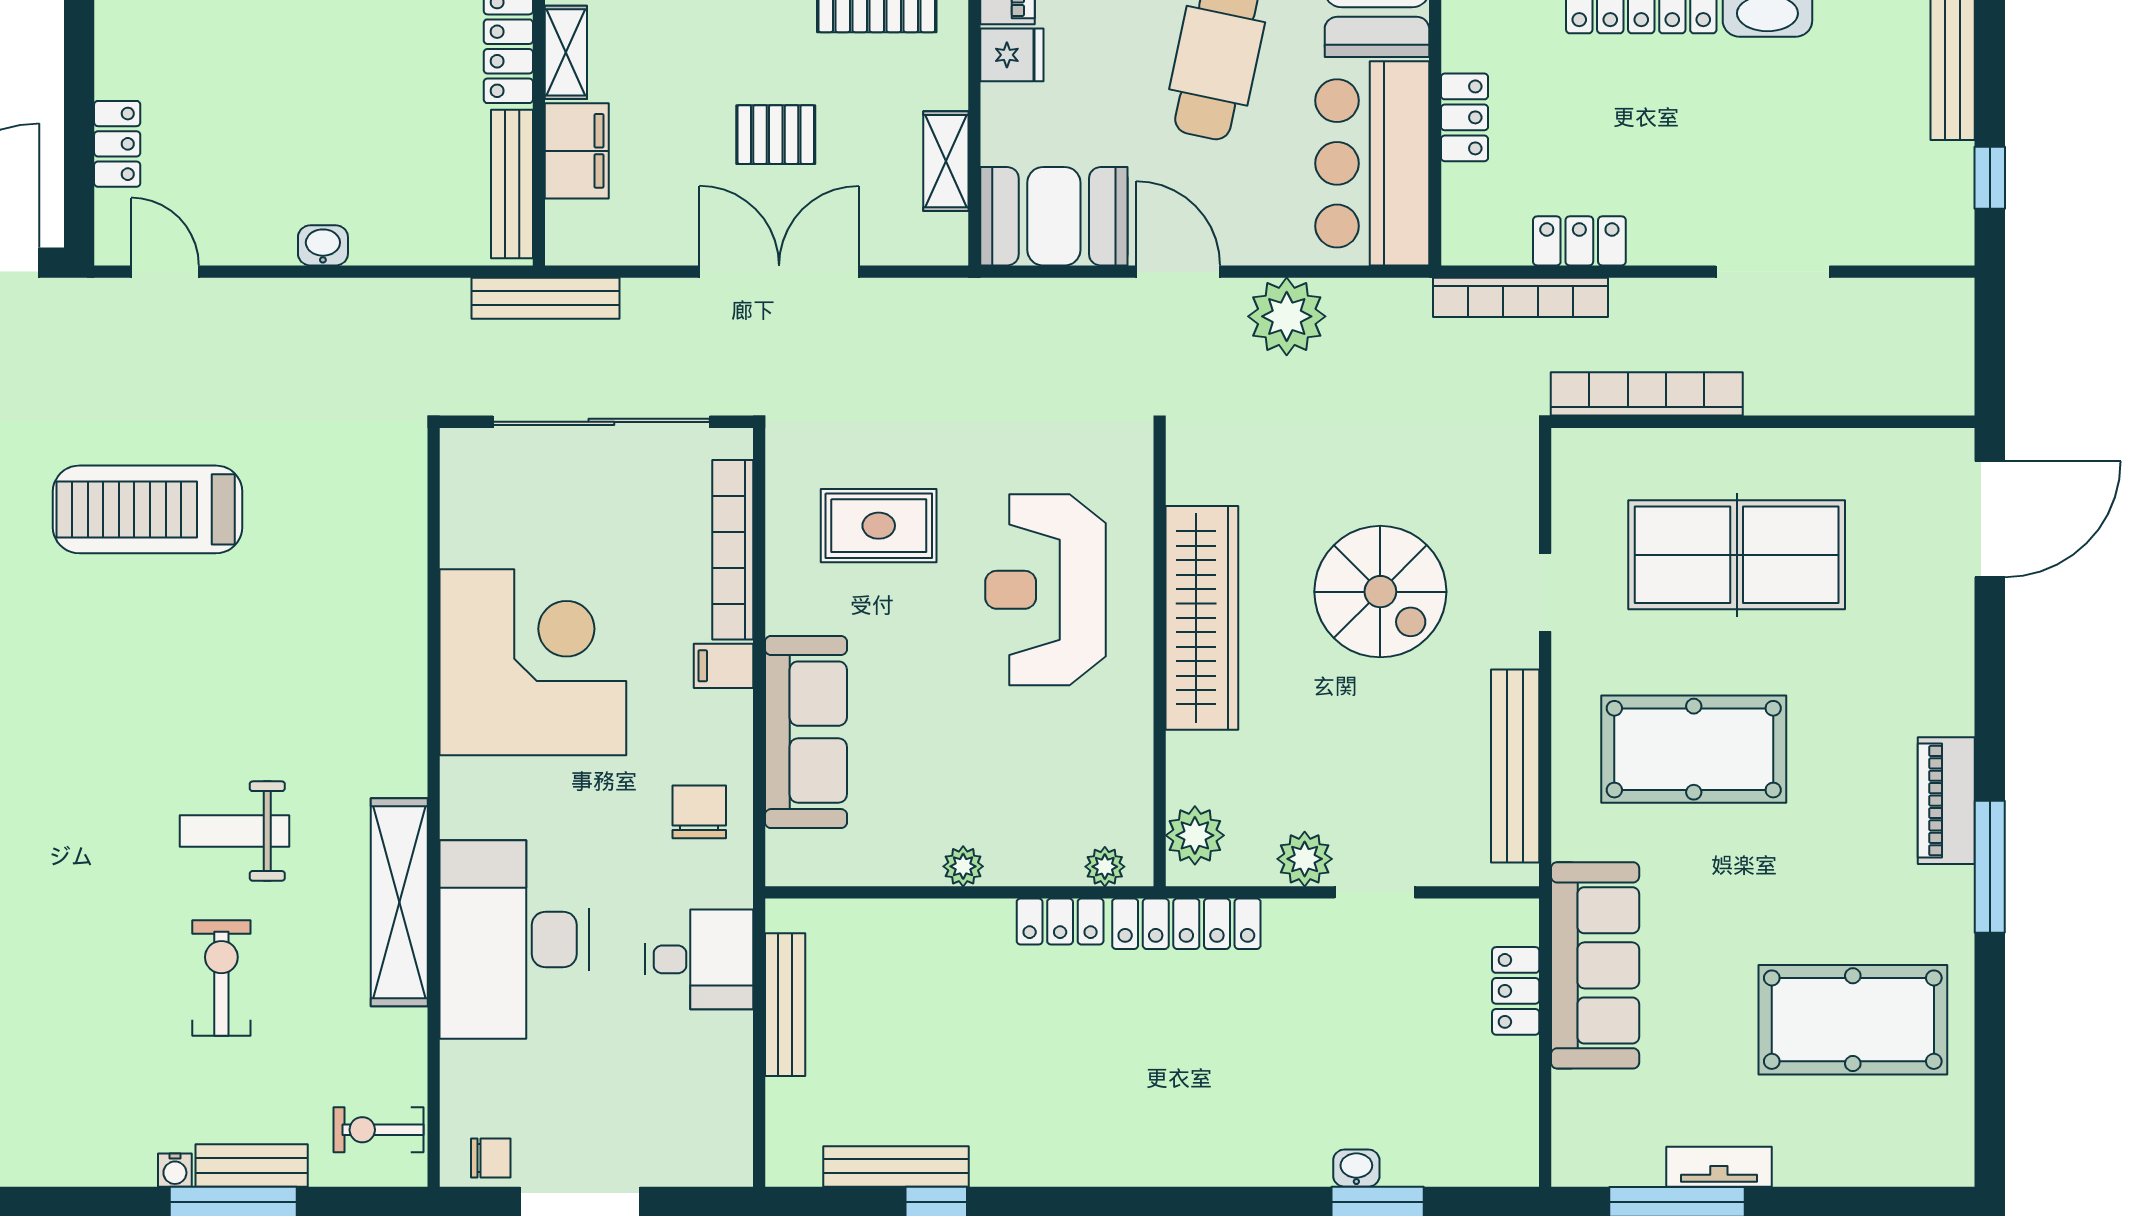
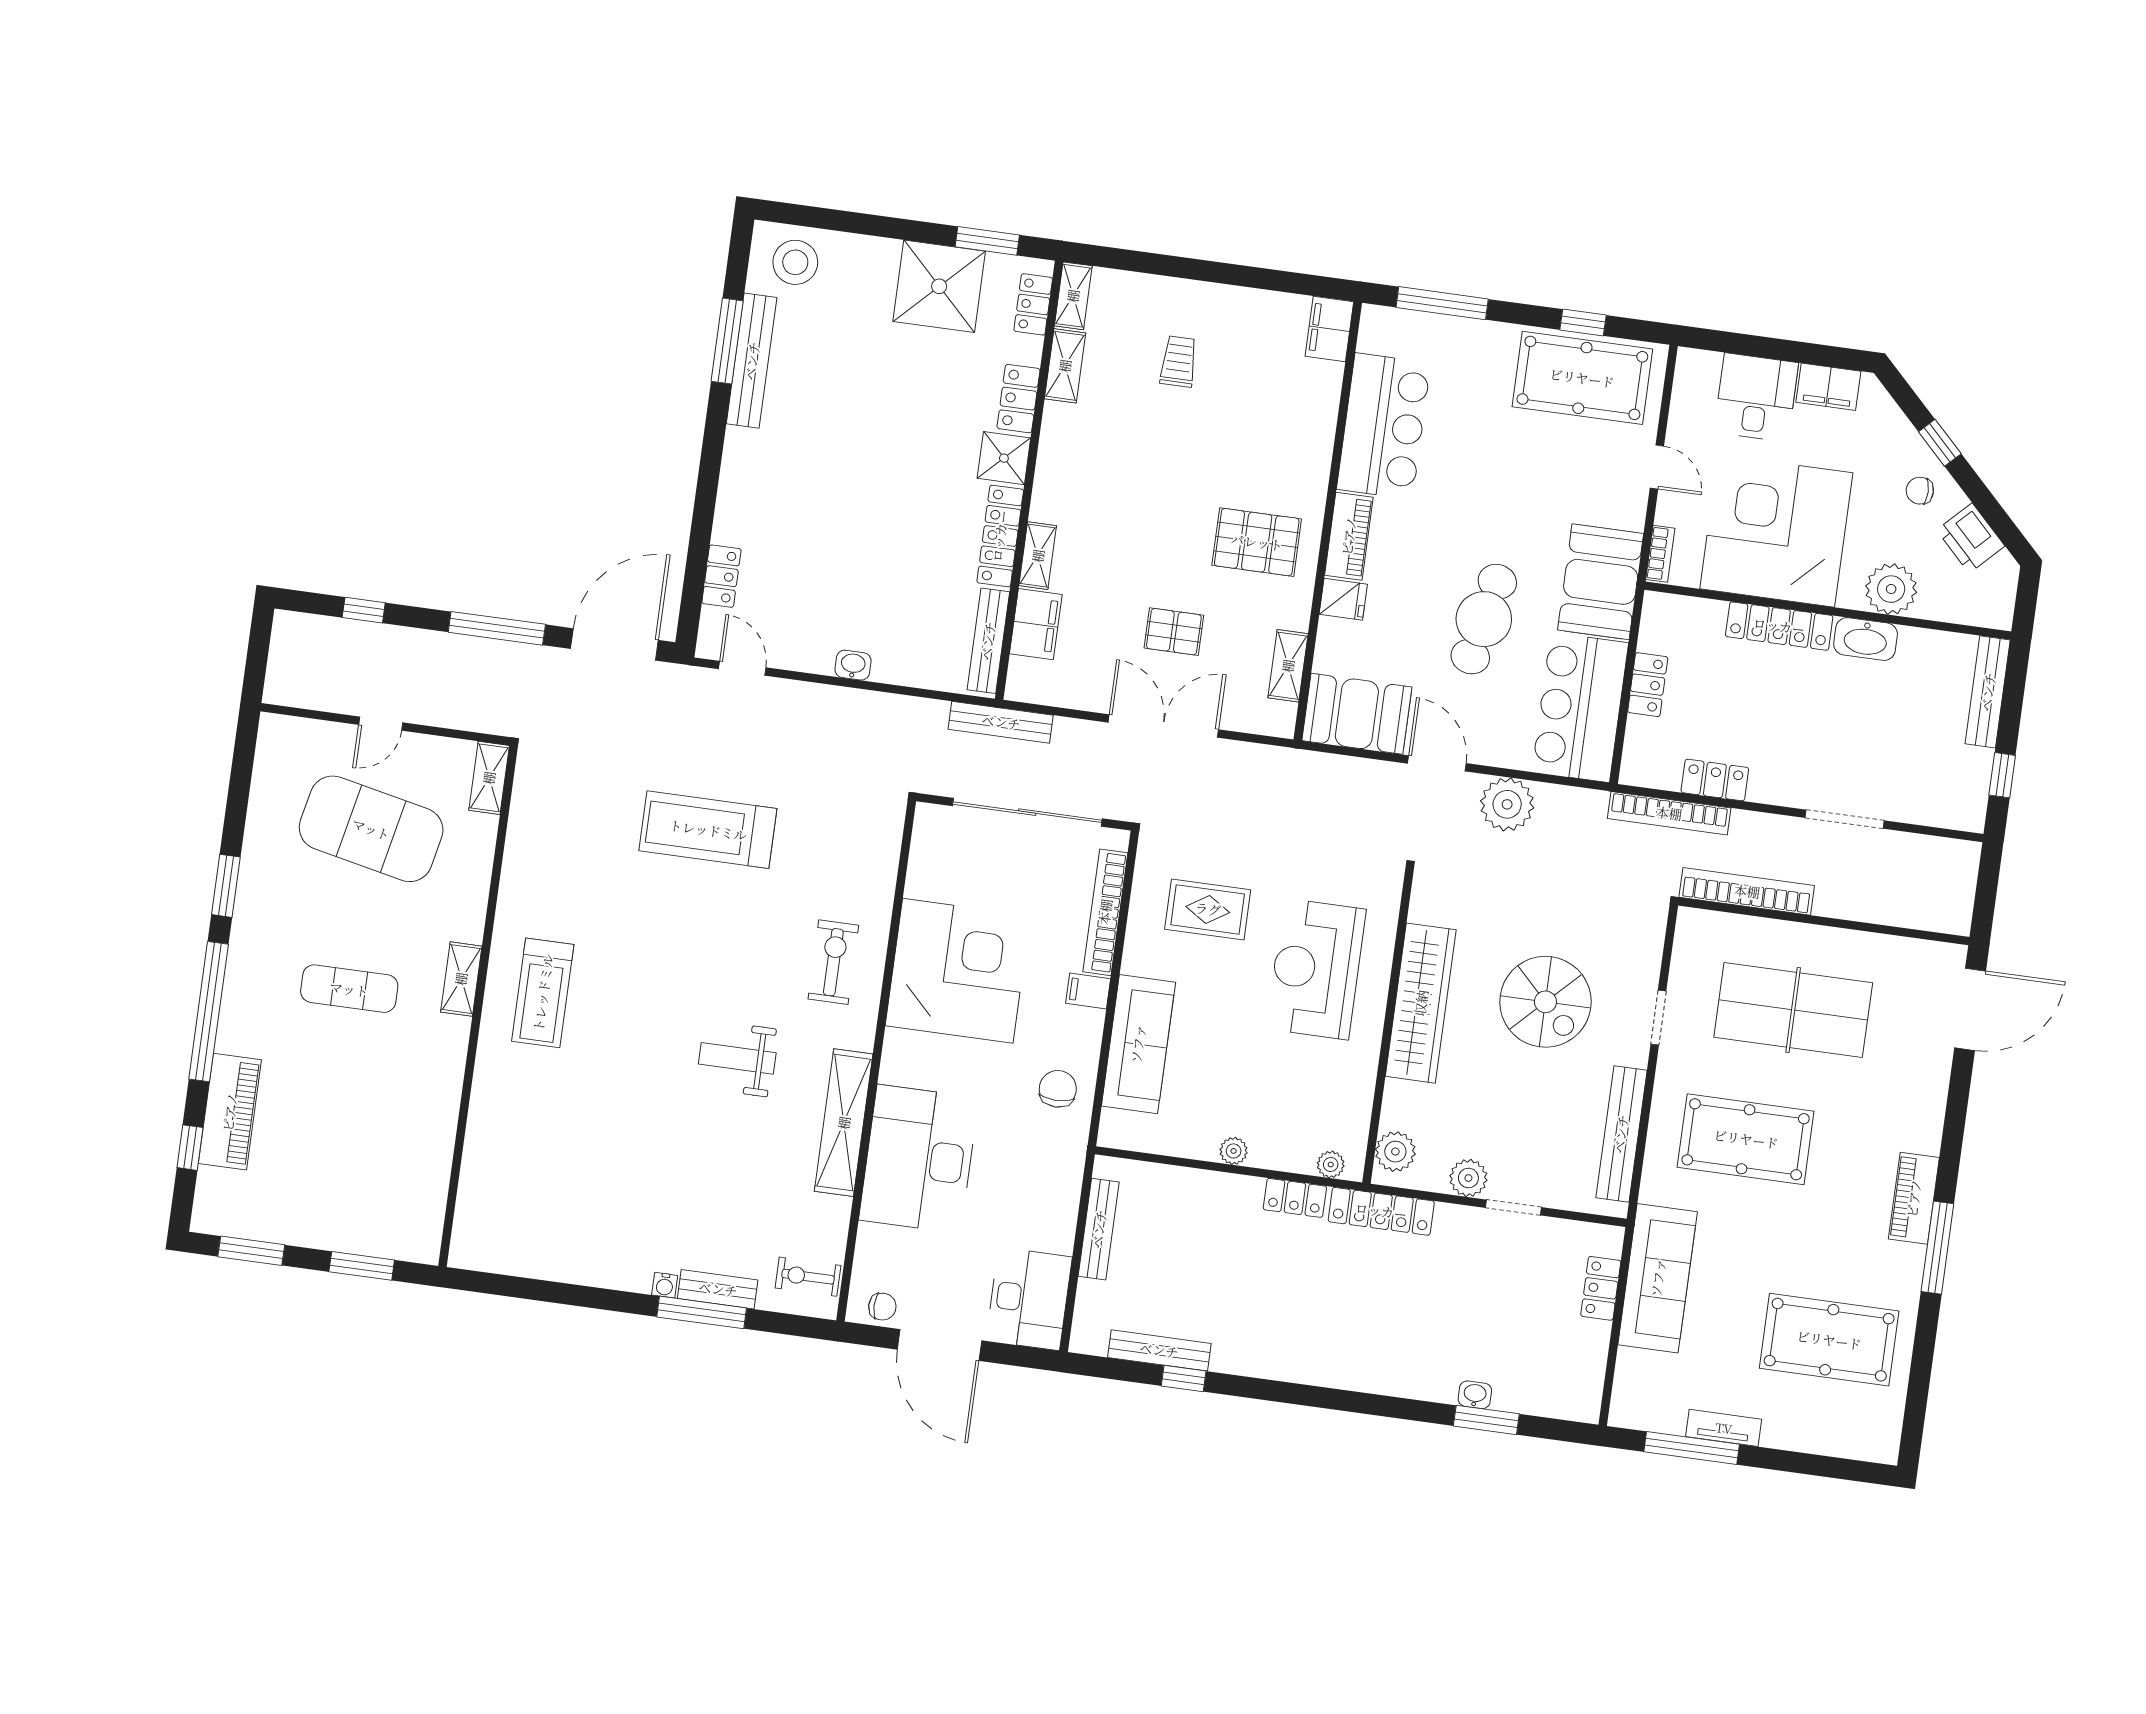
desk: (699, 959) -> (1029, 1299), moved, width x1.37
exercise bike: (221, 978) -> (833, 962), moved

